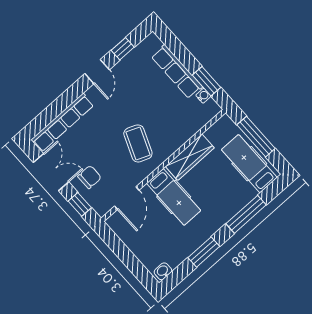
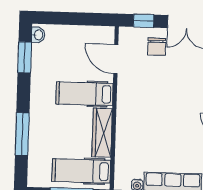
coffee table: (138, 143) -> (148, 105), removed
hospital bed: (249, 164) -> (81, 171), moved, turned 180
window: (204, 252) -> (25, 57), moved

